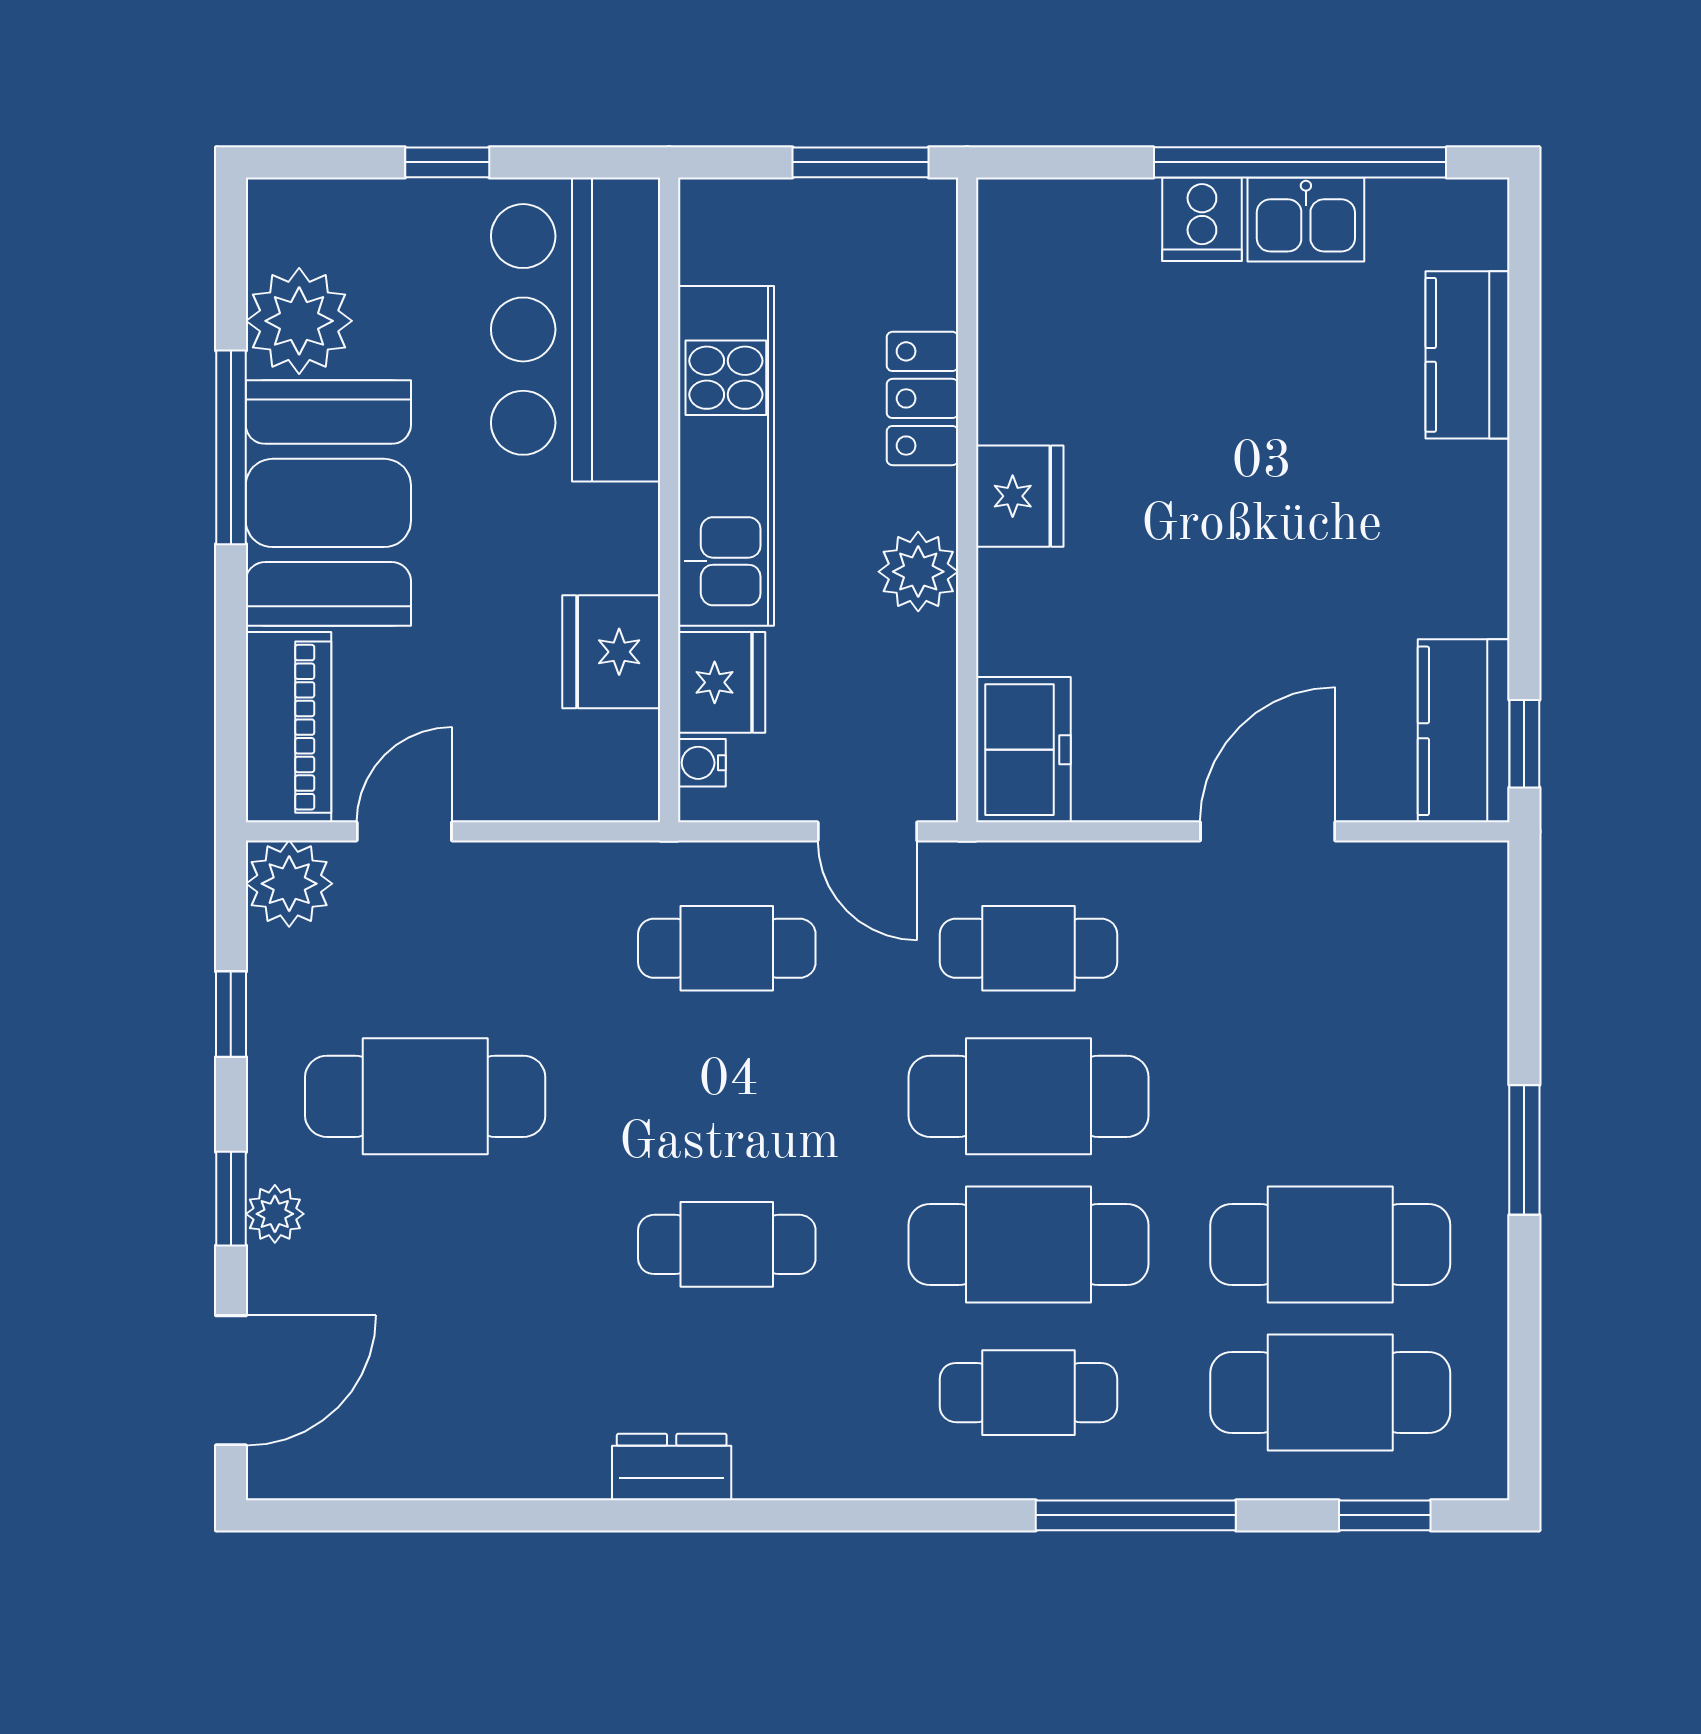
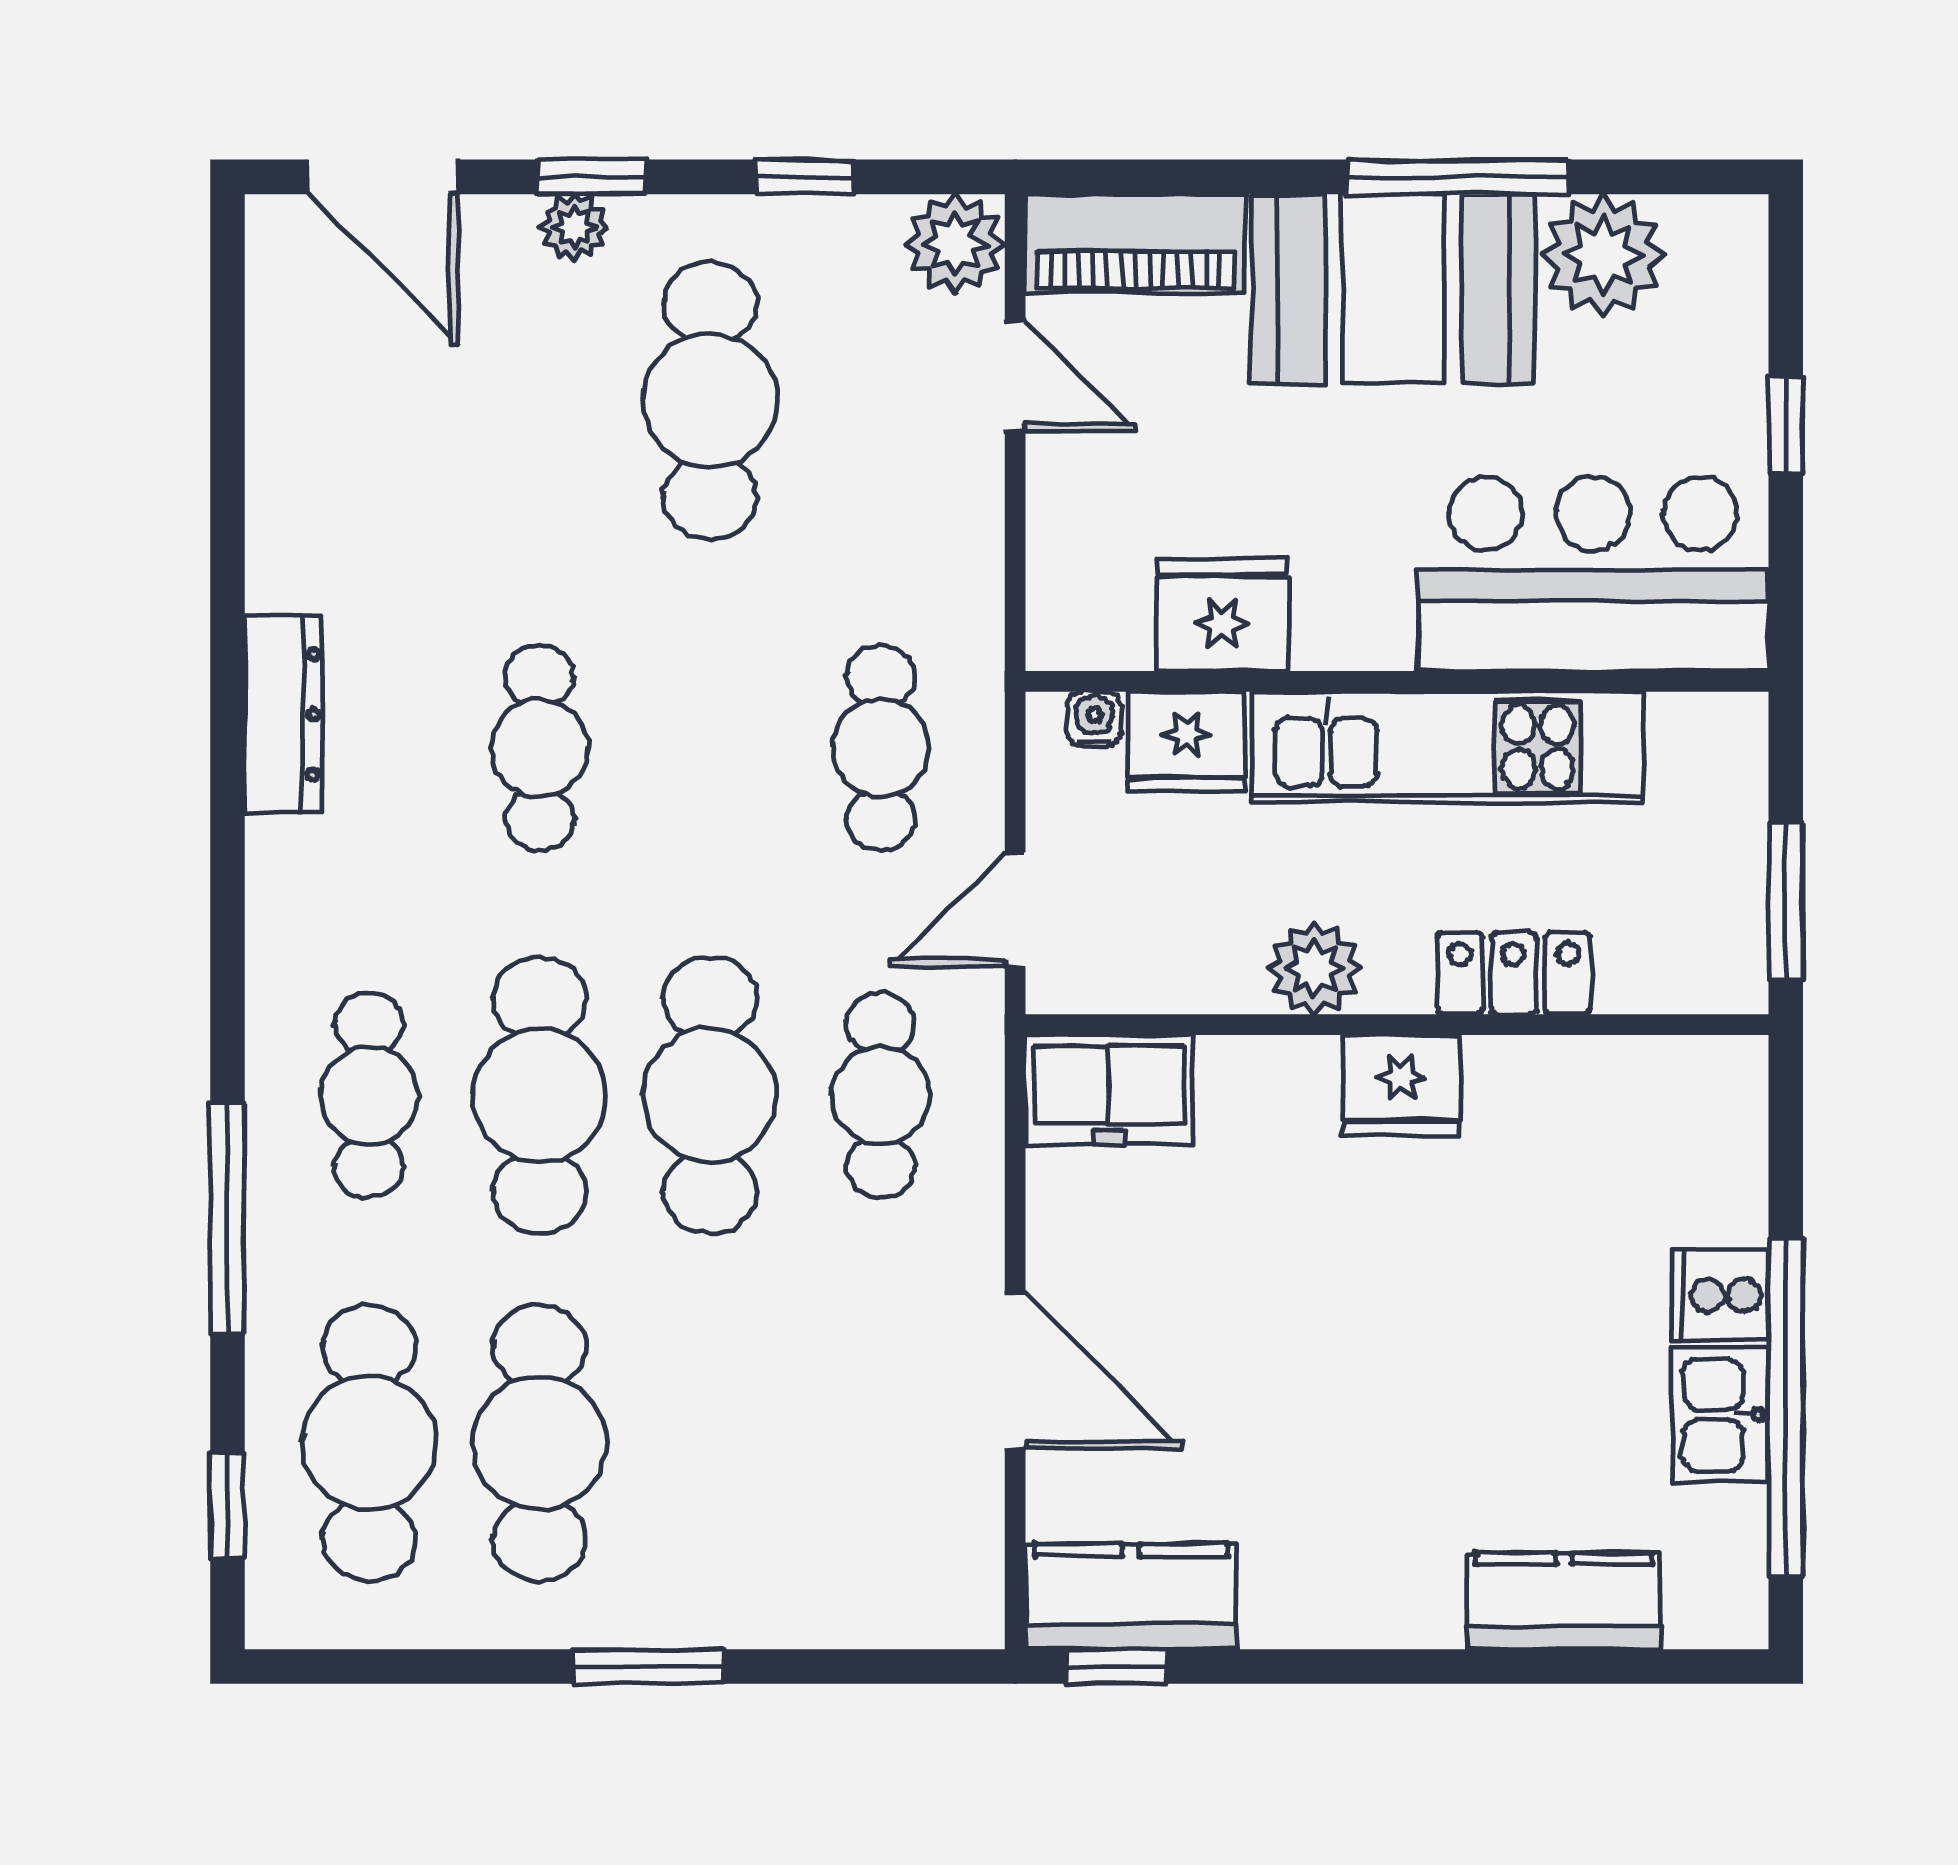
dresser: (672, 1467) -> (283, 714), width x1.44

